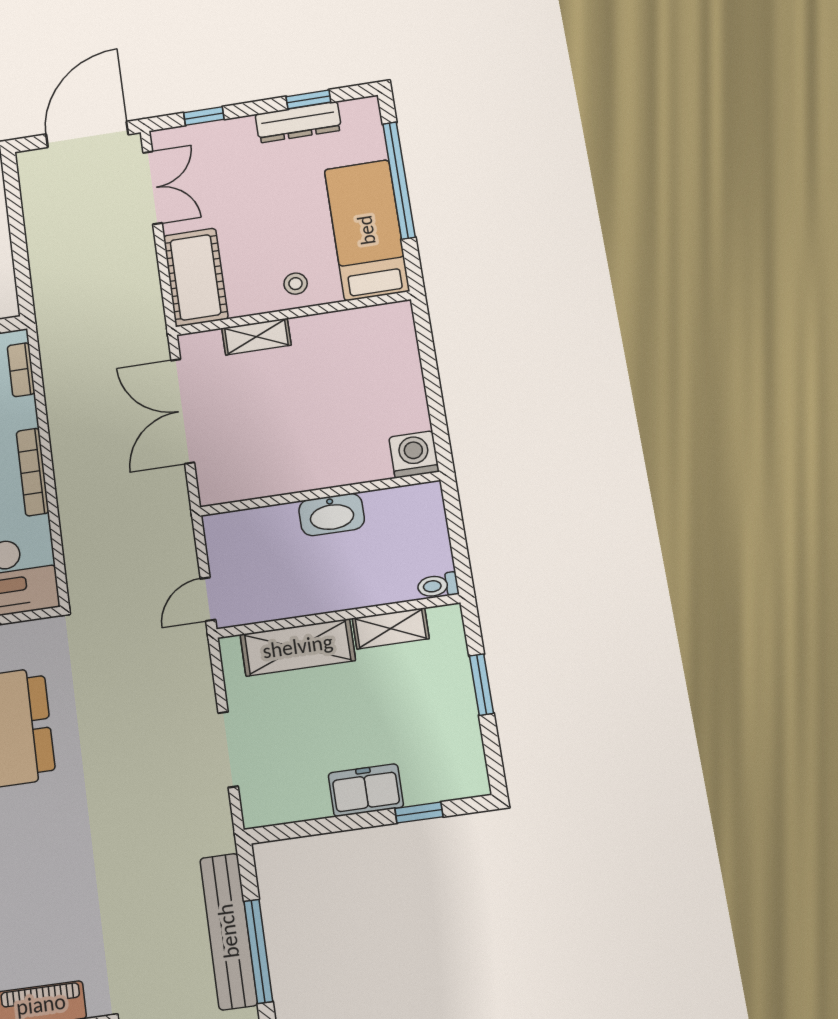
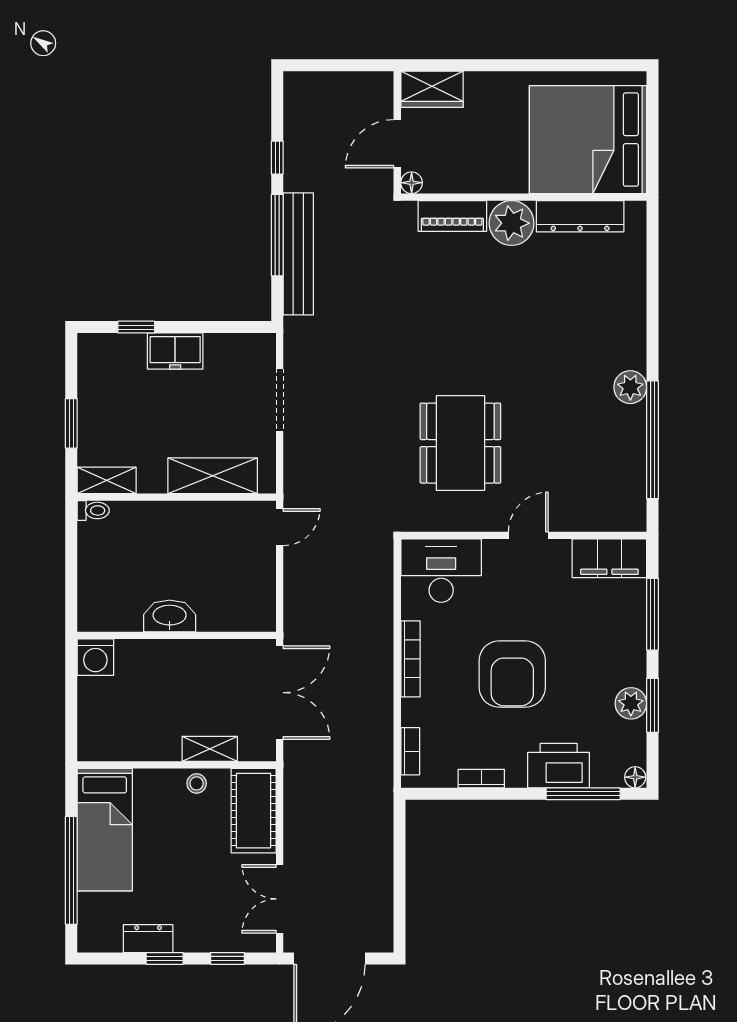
window: (308, 99) -> (165, 958), moved
dresser: (298, 122) -> (148, 939), width x0.70
stool: (296, 284) -> (197, 783), moved
washing machine: (414, 454) -> (95, 657), moved
wall: (320, 494) -> (177, 635), moved
washbasin: (332, 515) -> (170, 616), moved
shelving: (391, 628) -> (107, 480), moved

